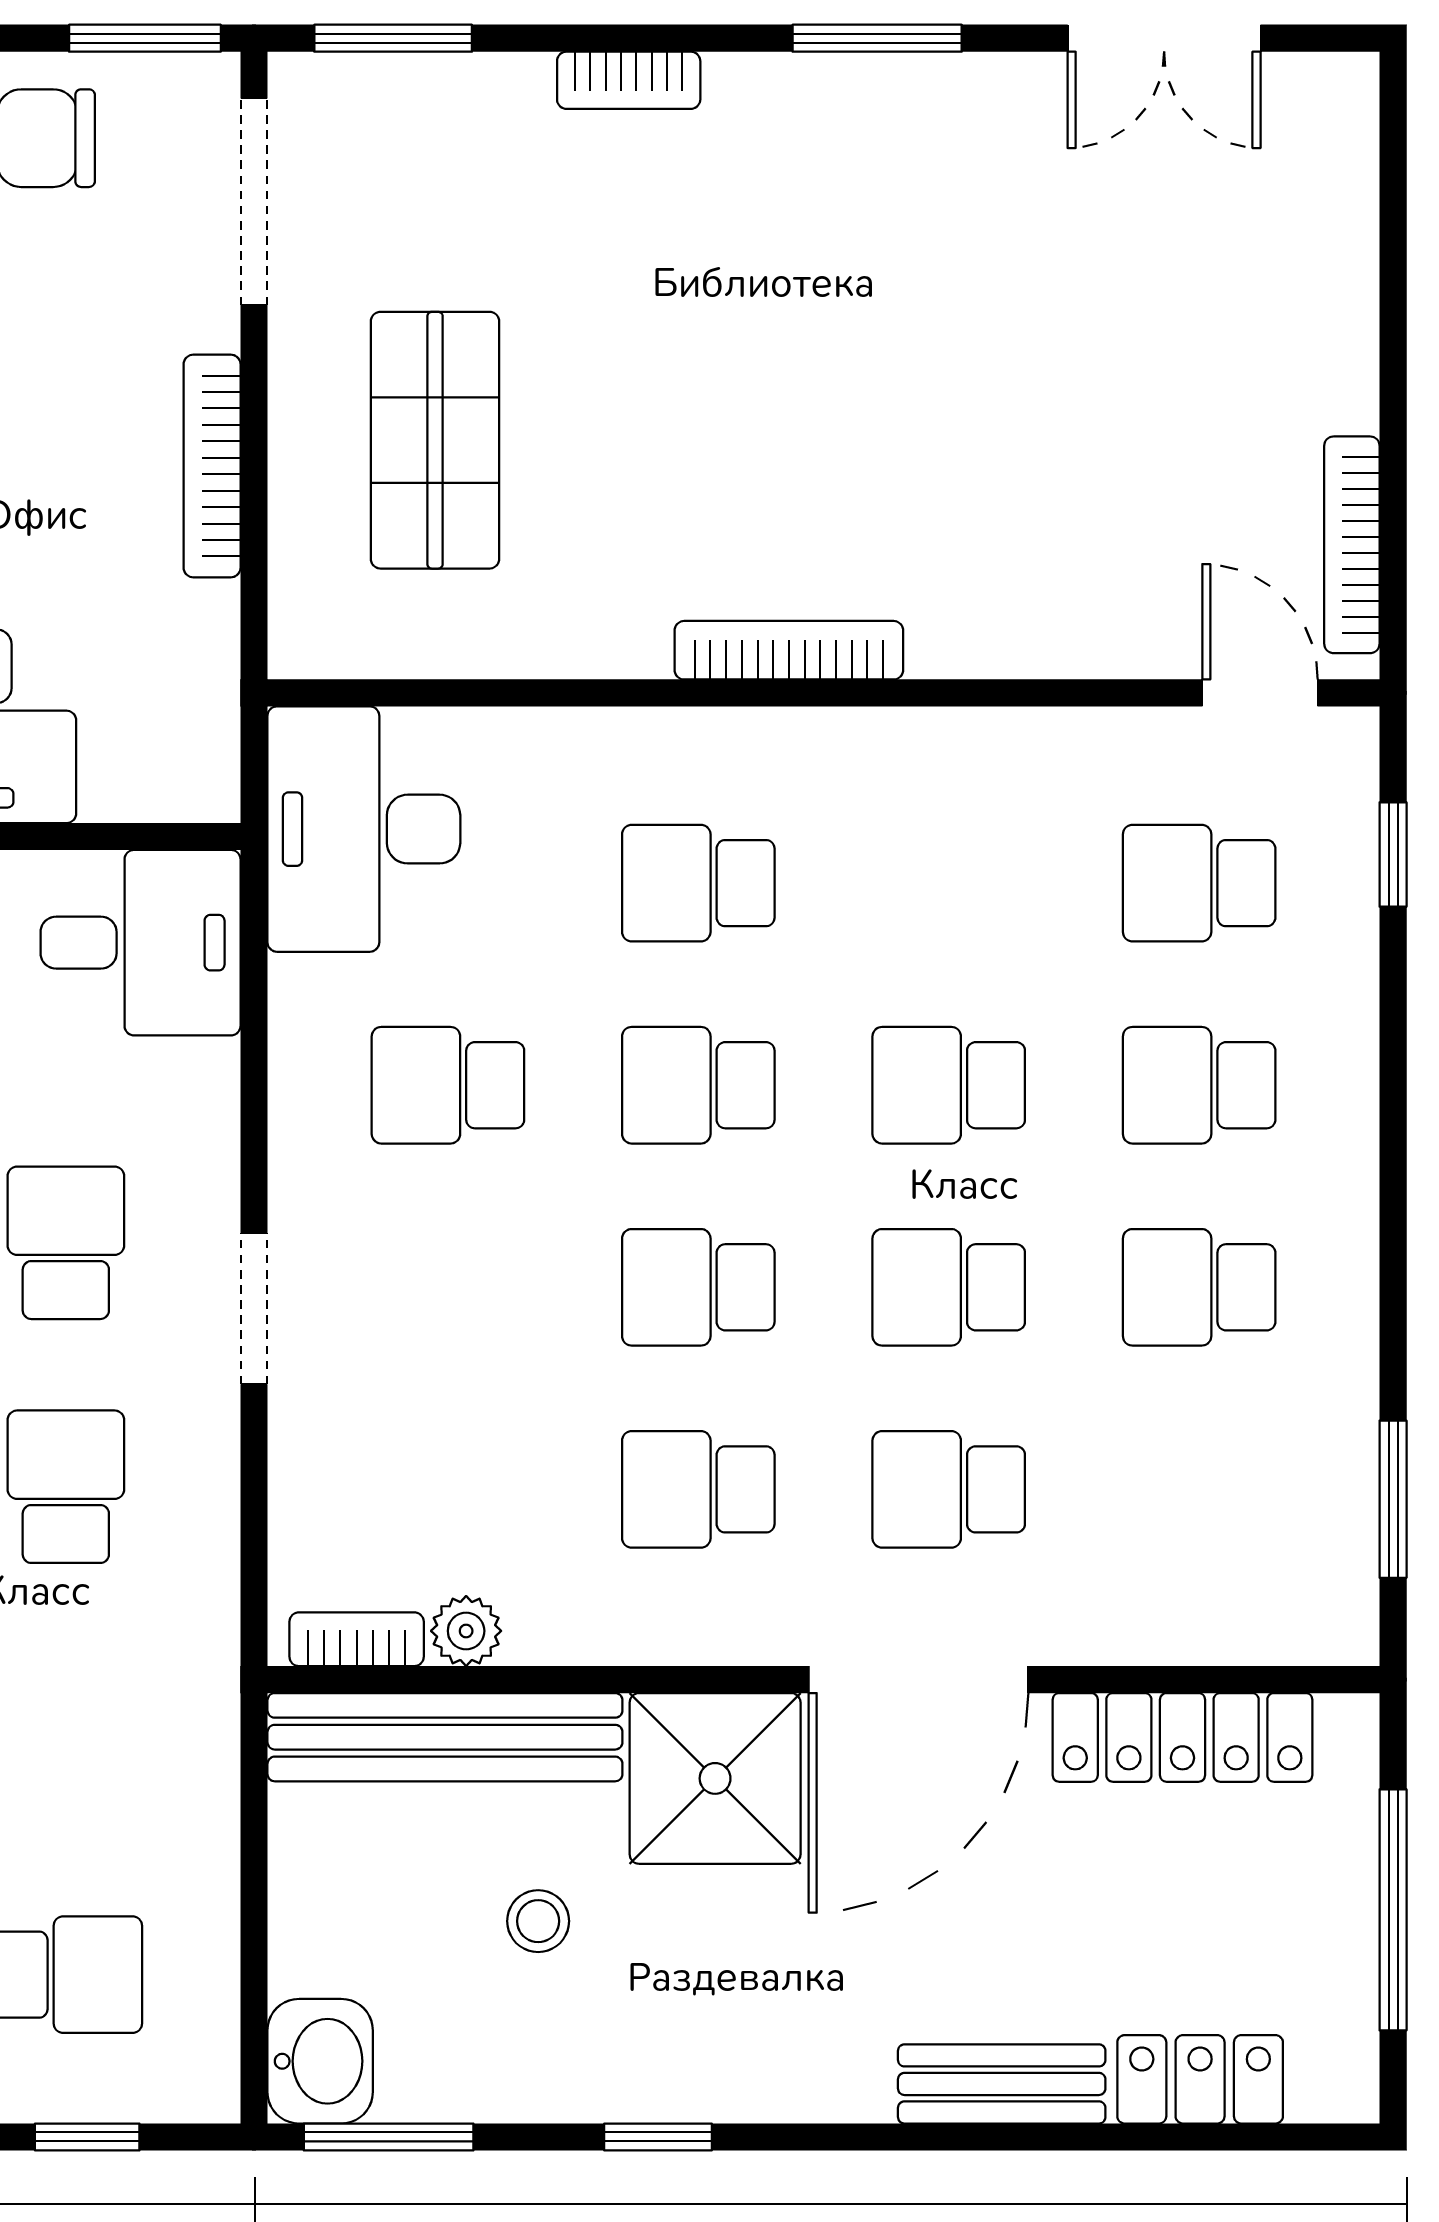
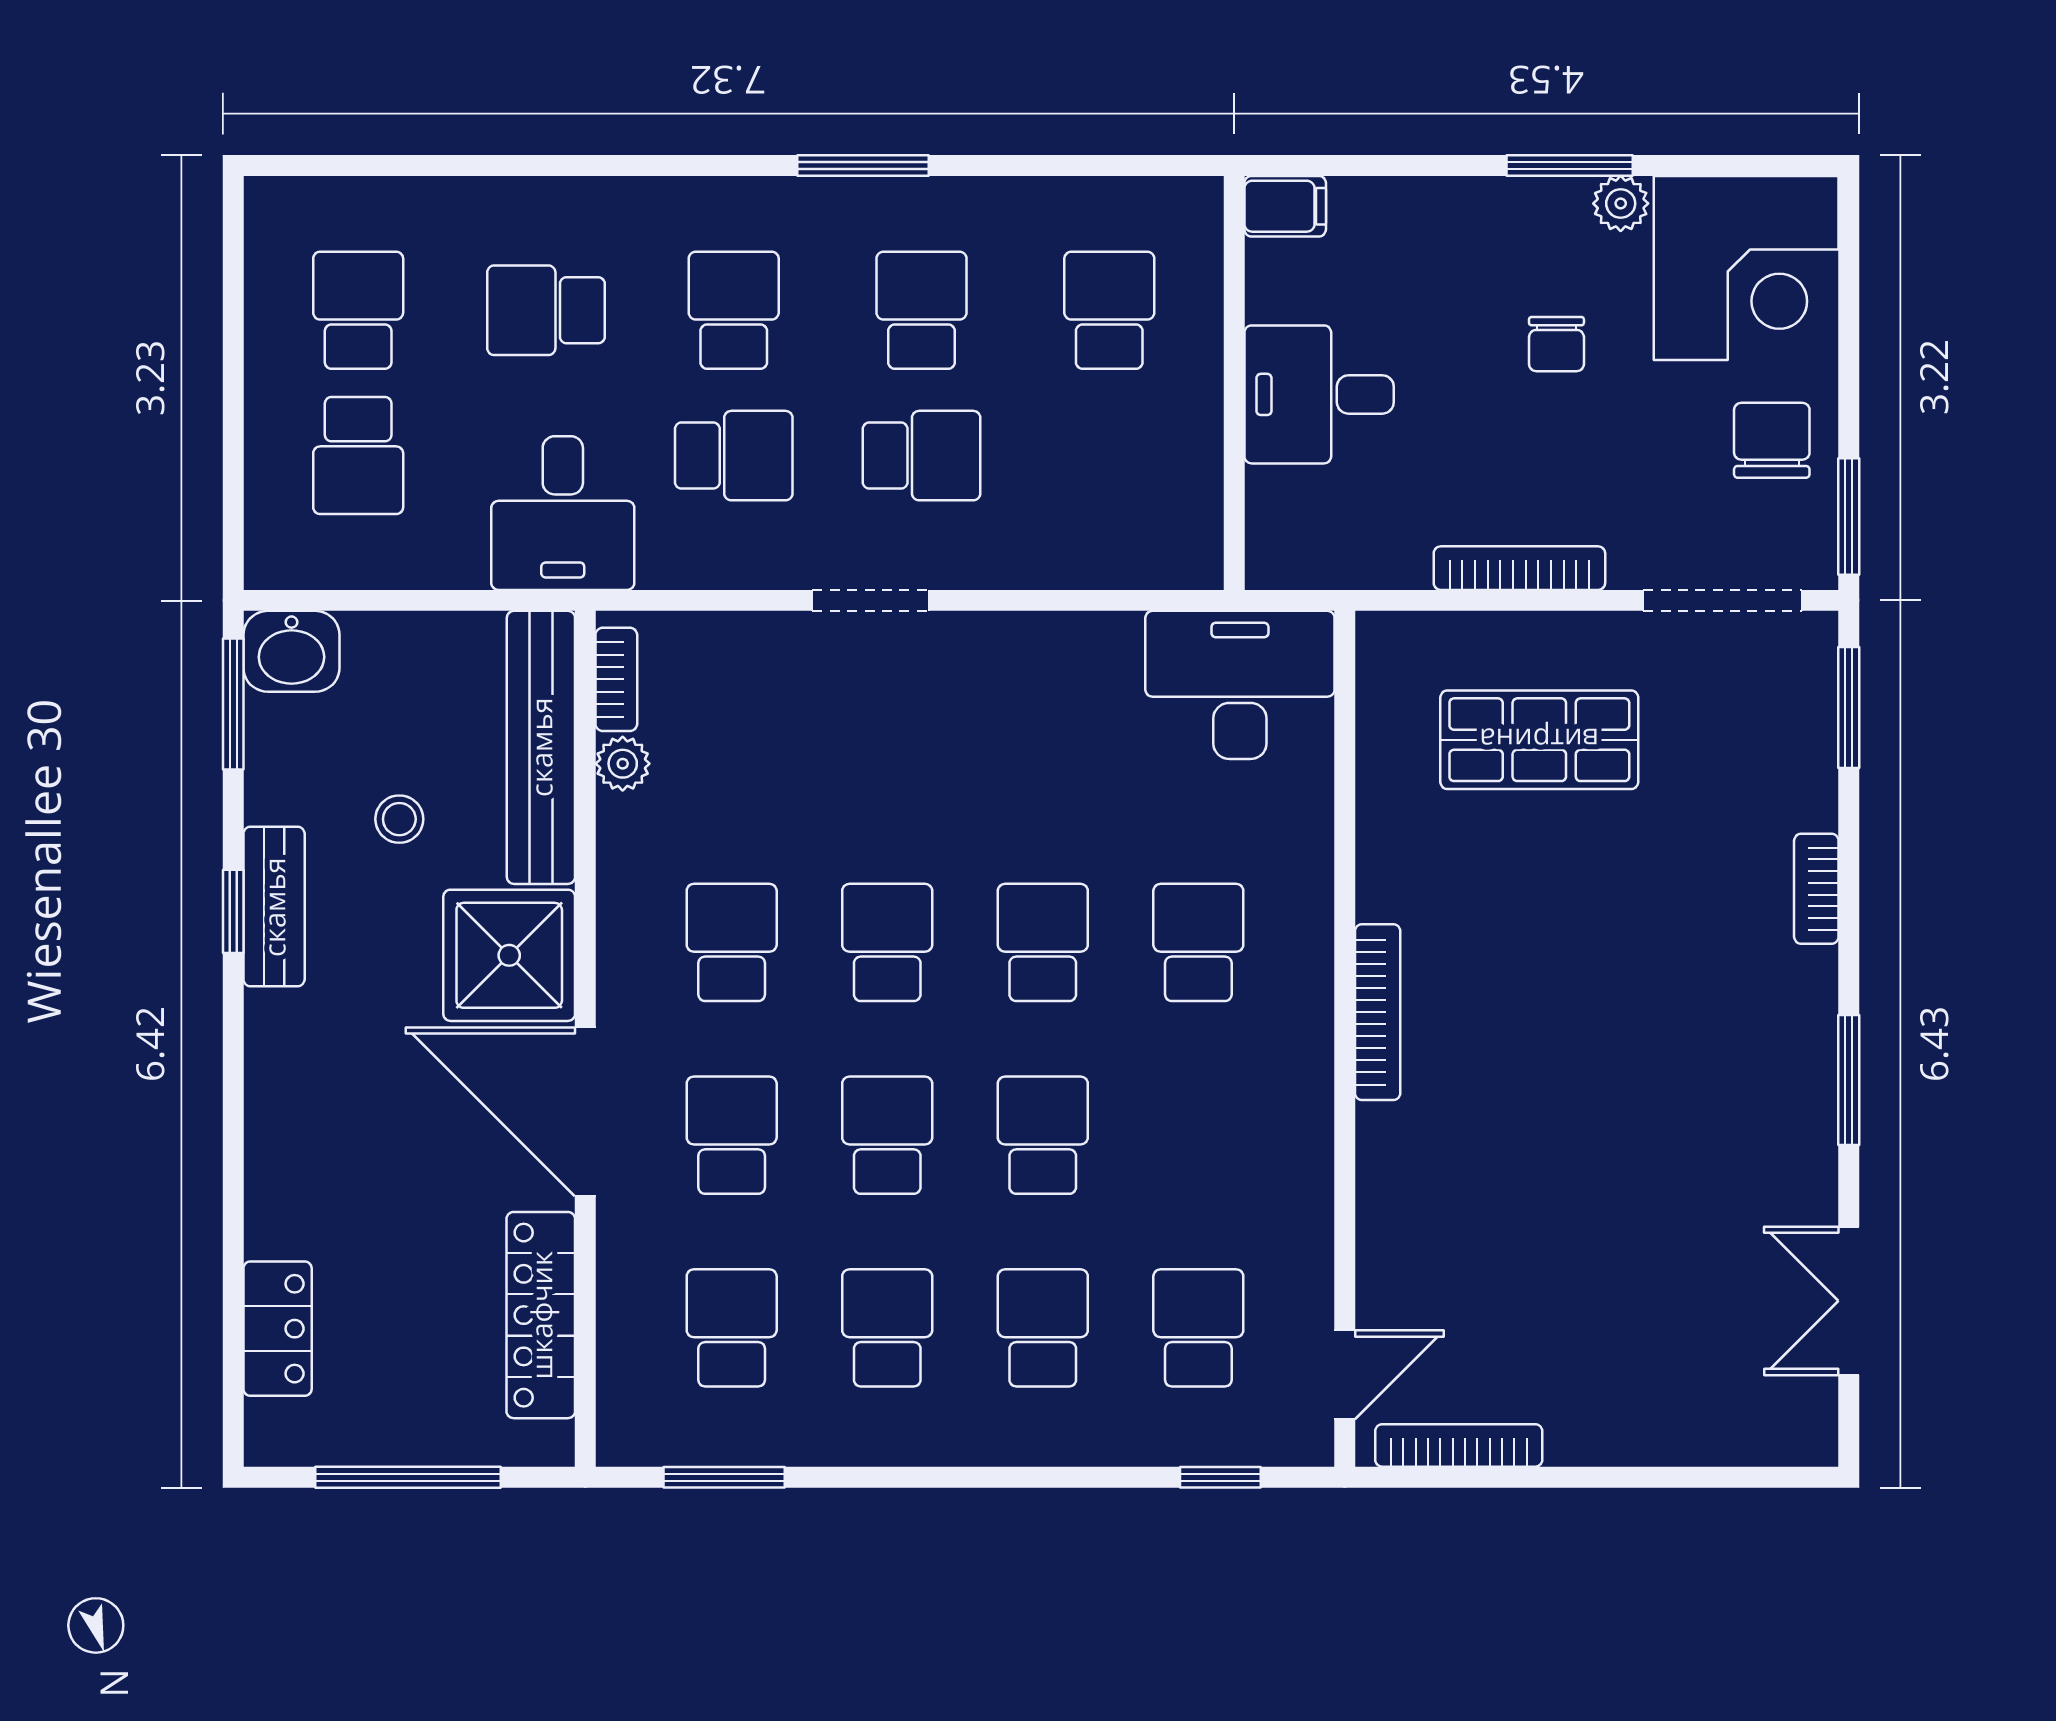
desk: (141, 943) -> (563, 513), moved
school desk: (448, 1085) -> (732, 1328), moved
bench: (1002, 2084) -> (274, 907), moved
window: (87, 2137) -> (233, 472), removed

